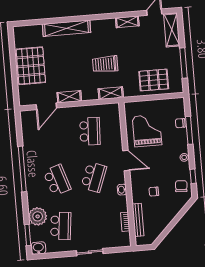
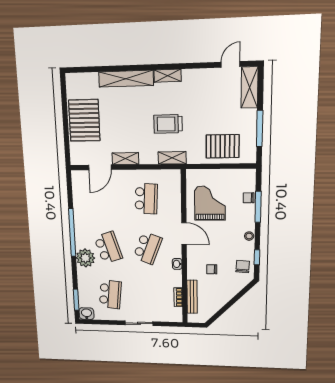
shelving: (127, 22) -> (168, 76), moved
plant: (38, 216) -> (85, 258), moved

